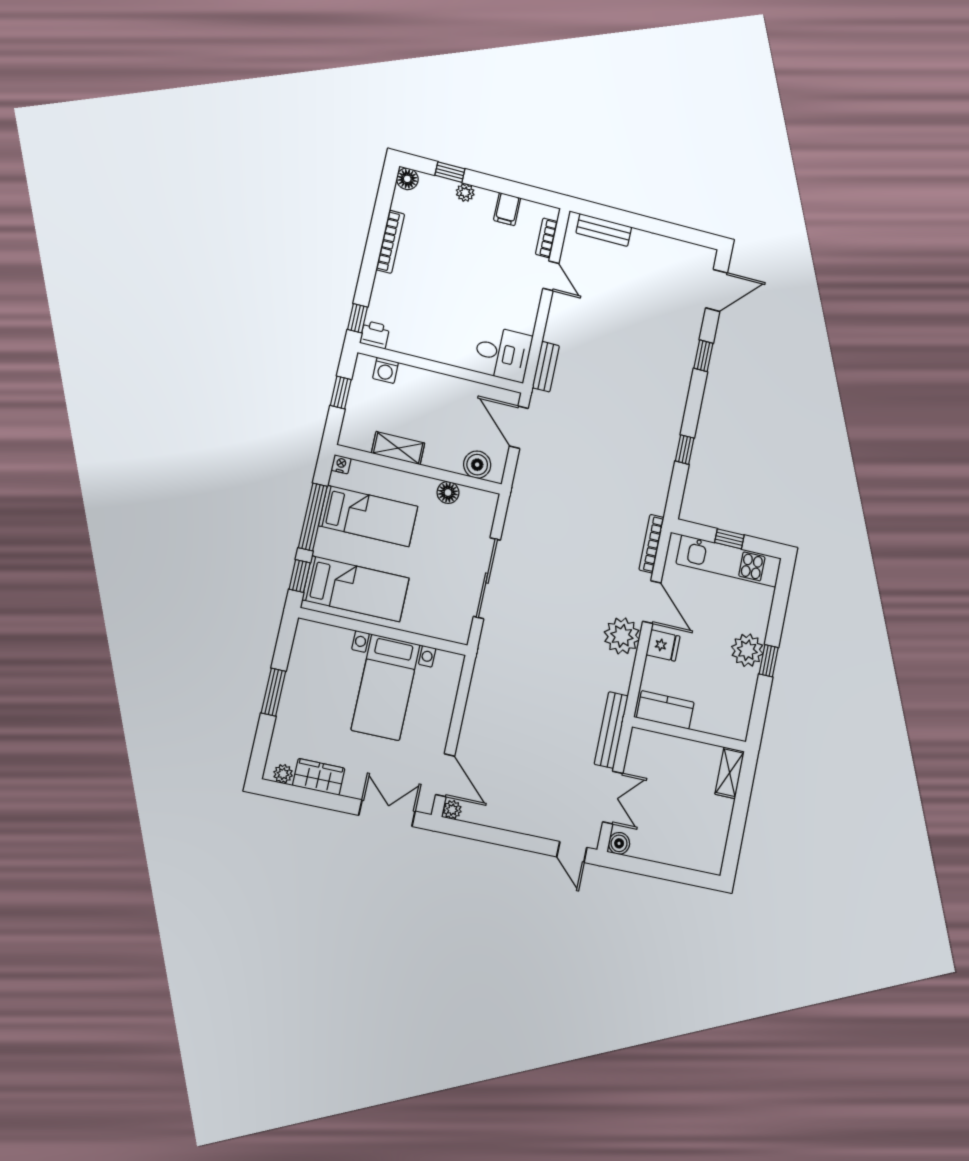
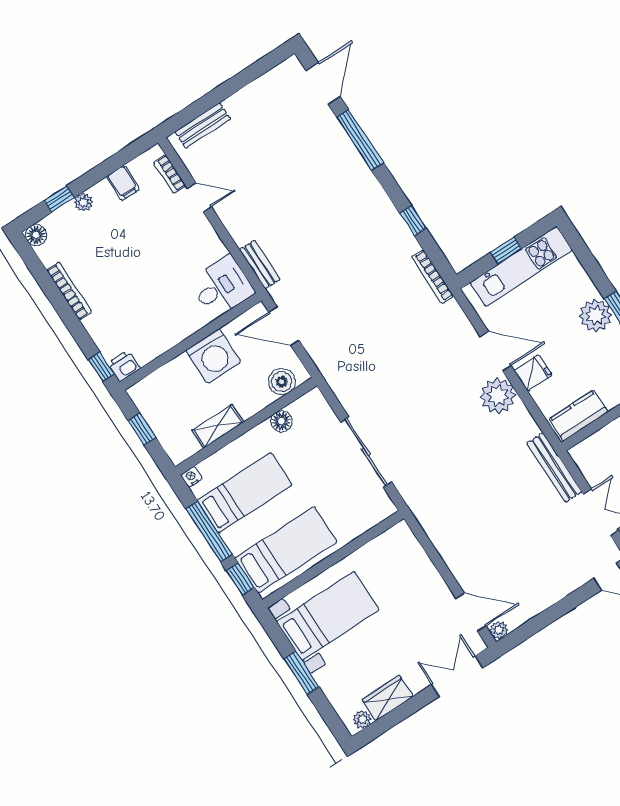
window: (703, 356) -> (360, 140), width x2.17
washing machine: (386, 370) -> (213, 356), moved, width x1.89, depth x1.89
bookcase: (651, 544) -> (433, 277), moved
bed with nightstands: (386, 687) -> (328, 616), moved, turned -90

